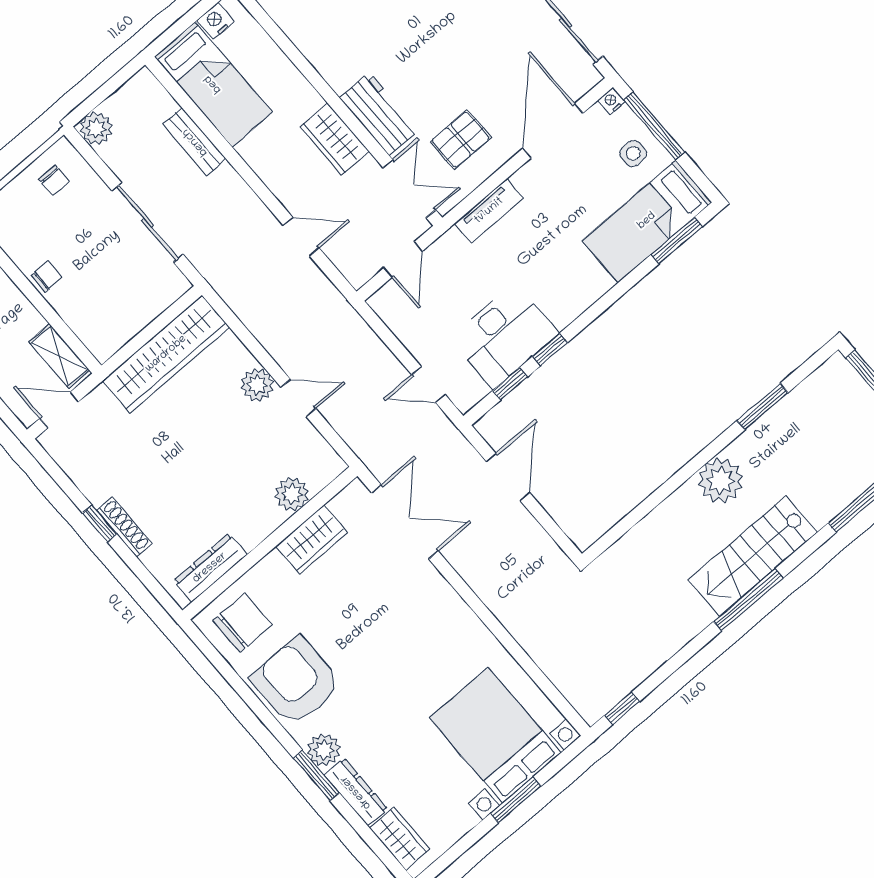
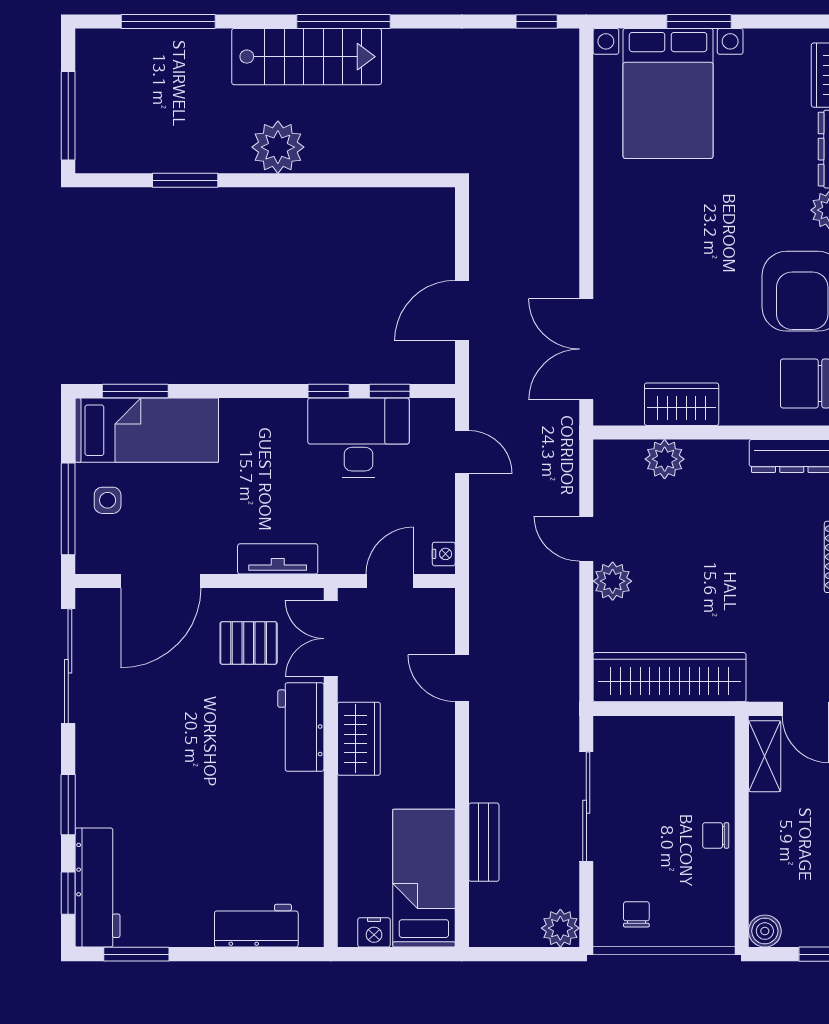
nightstand: (611, 101) -> (444, 554), moved, turned -90

